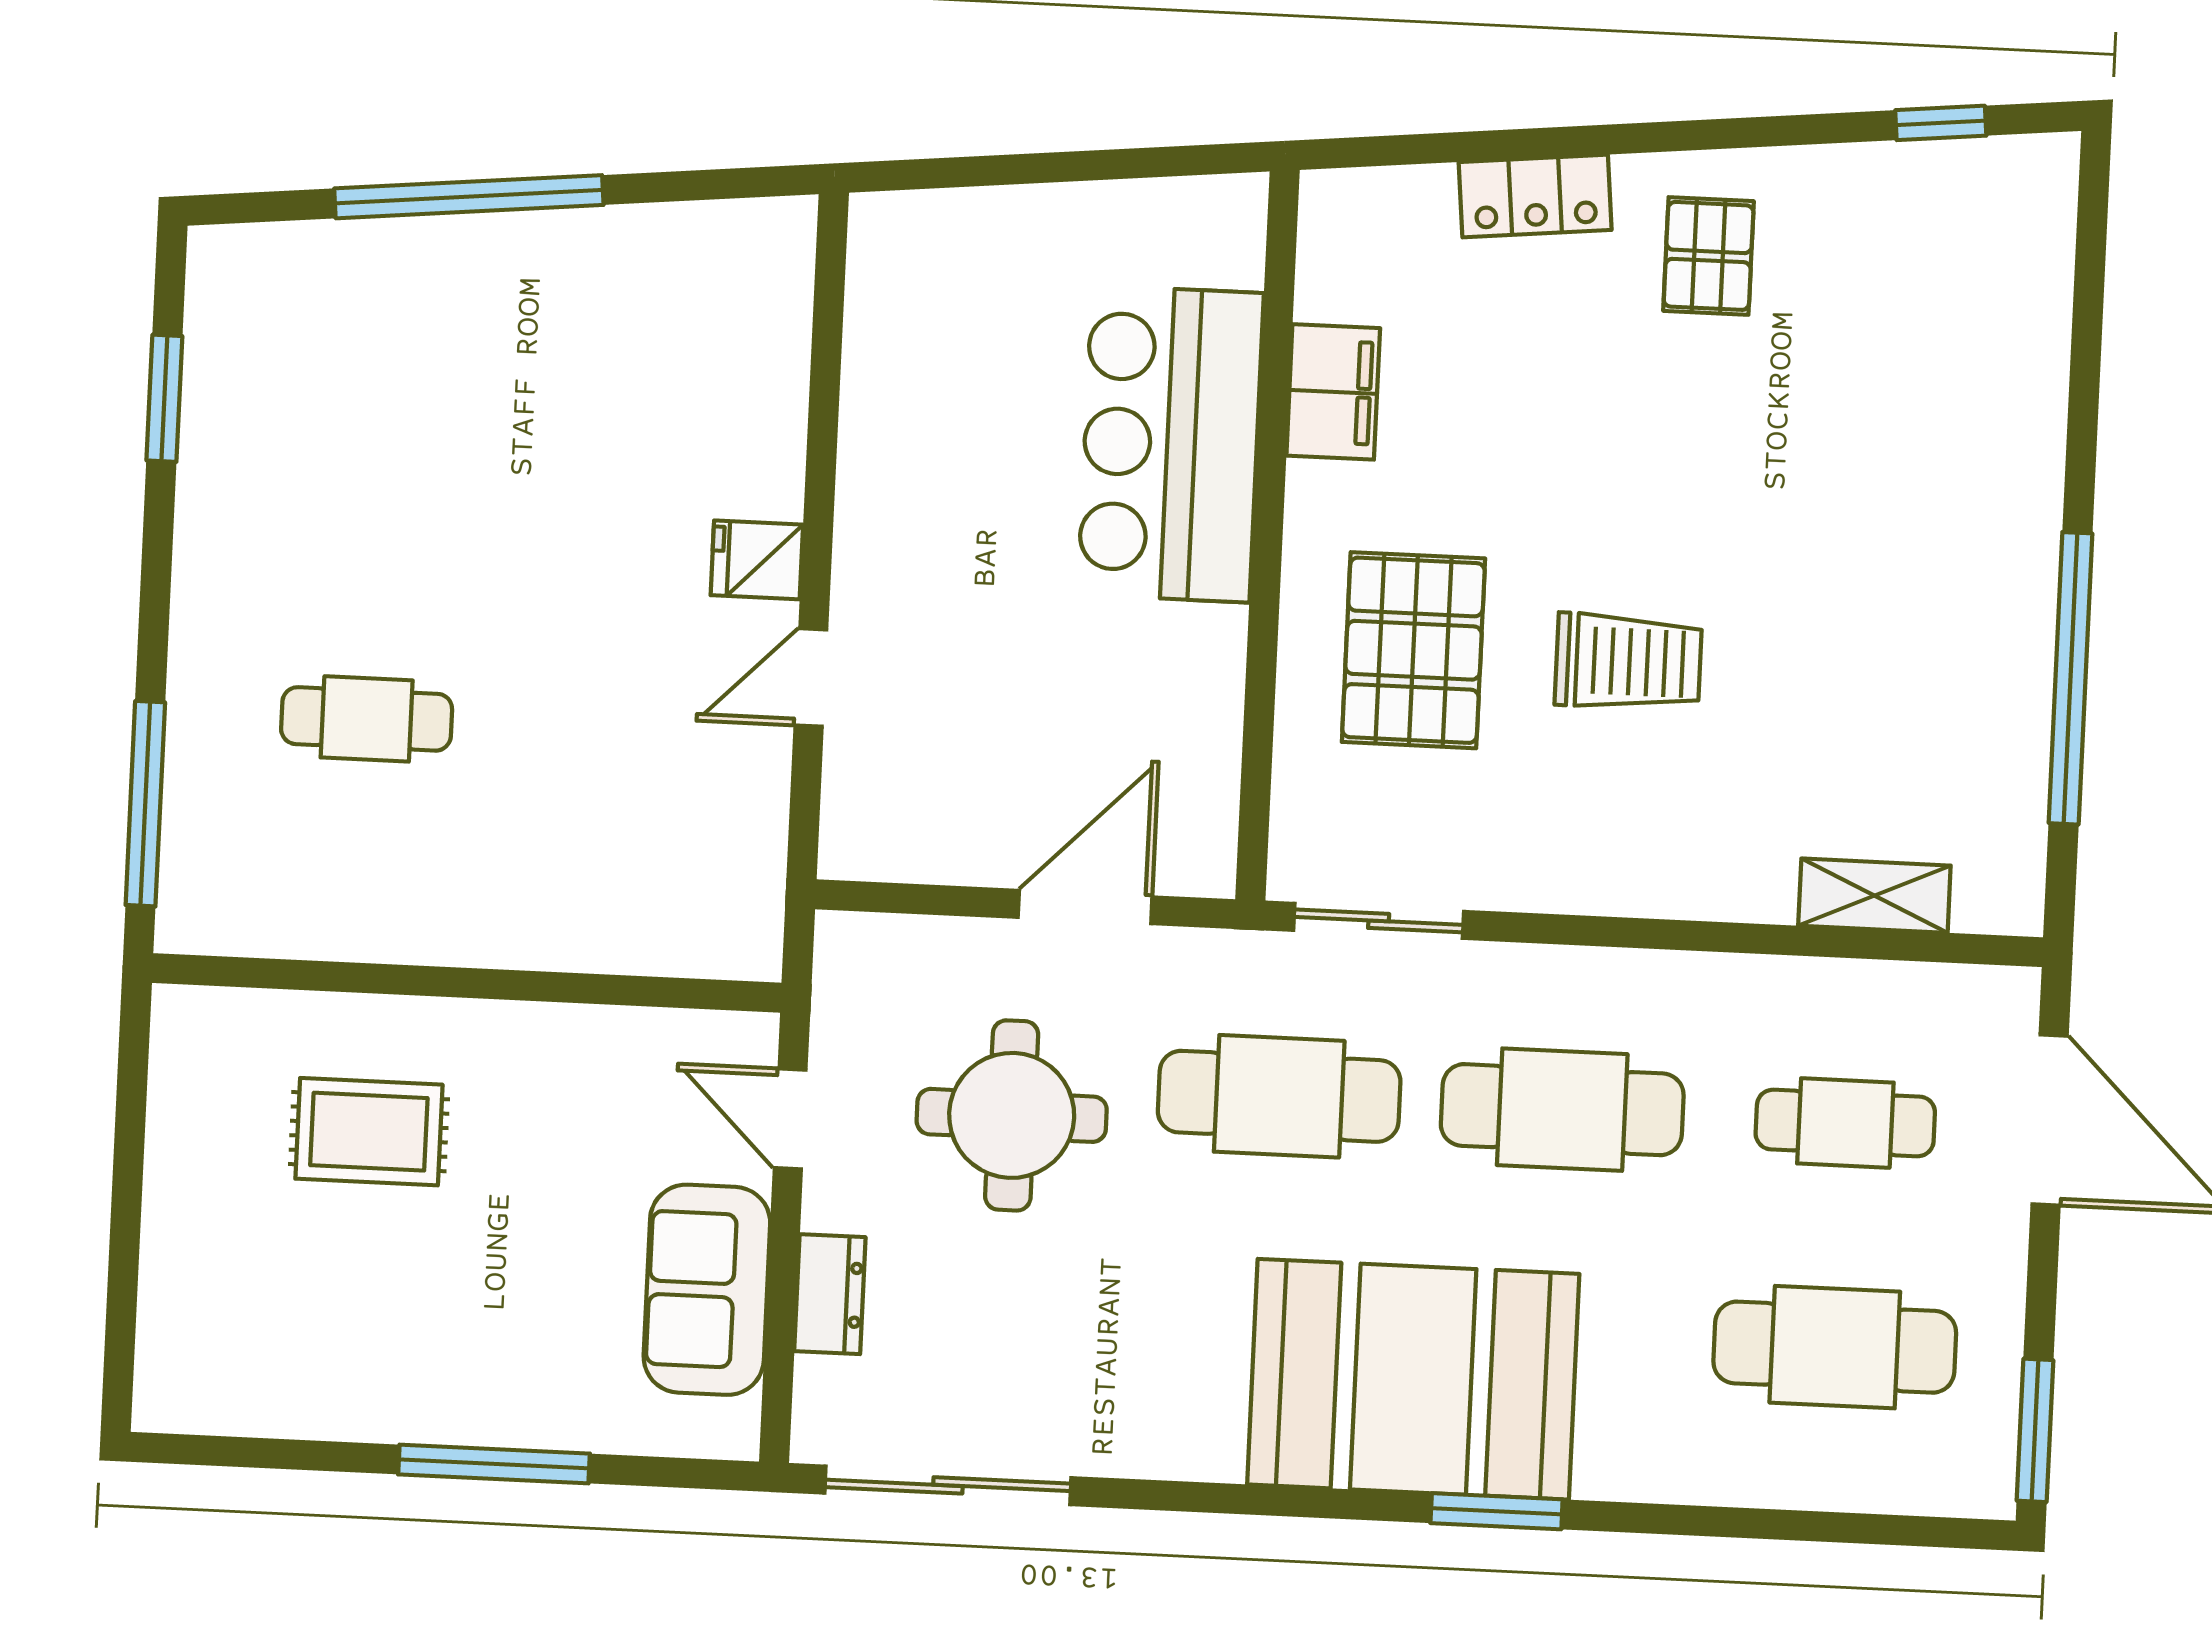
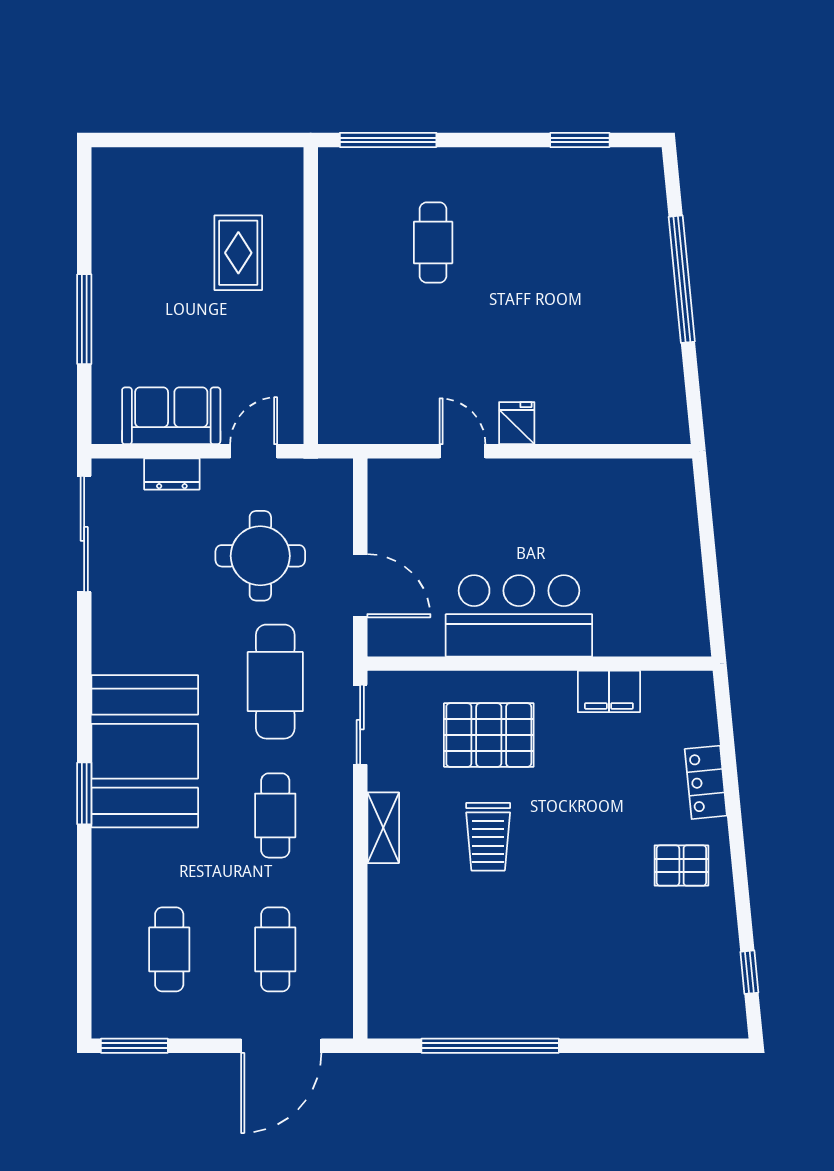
bar counter: (1171, 444) -> (519, 616), moved
shelving: (1874, 896) -> (383, 828), moved
cafe table: (1562, 1110) -> (275, 815), width x0.73, depth x0.74
cafe table: (1835, 1347) -> (169, 949), width x0.73, depth x0.74

